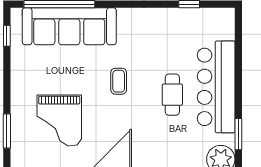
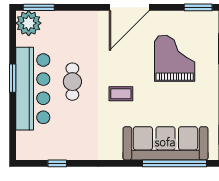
coffee table: (119, 81) -> (121, 94), turned 90
window: (238, 134) -> (13, 78), moved

